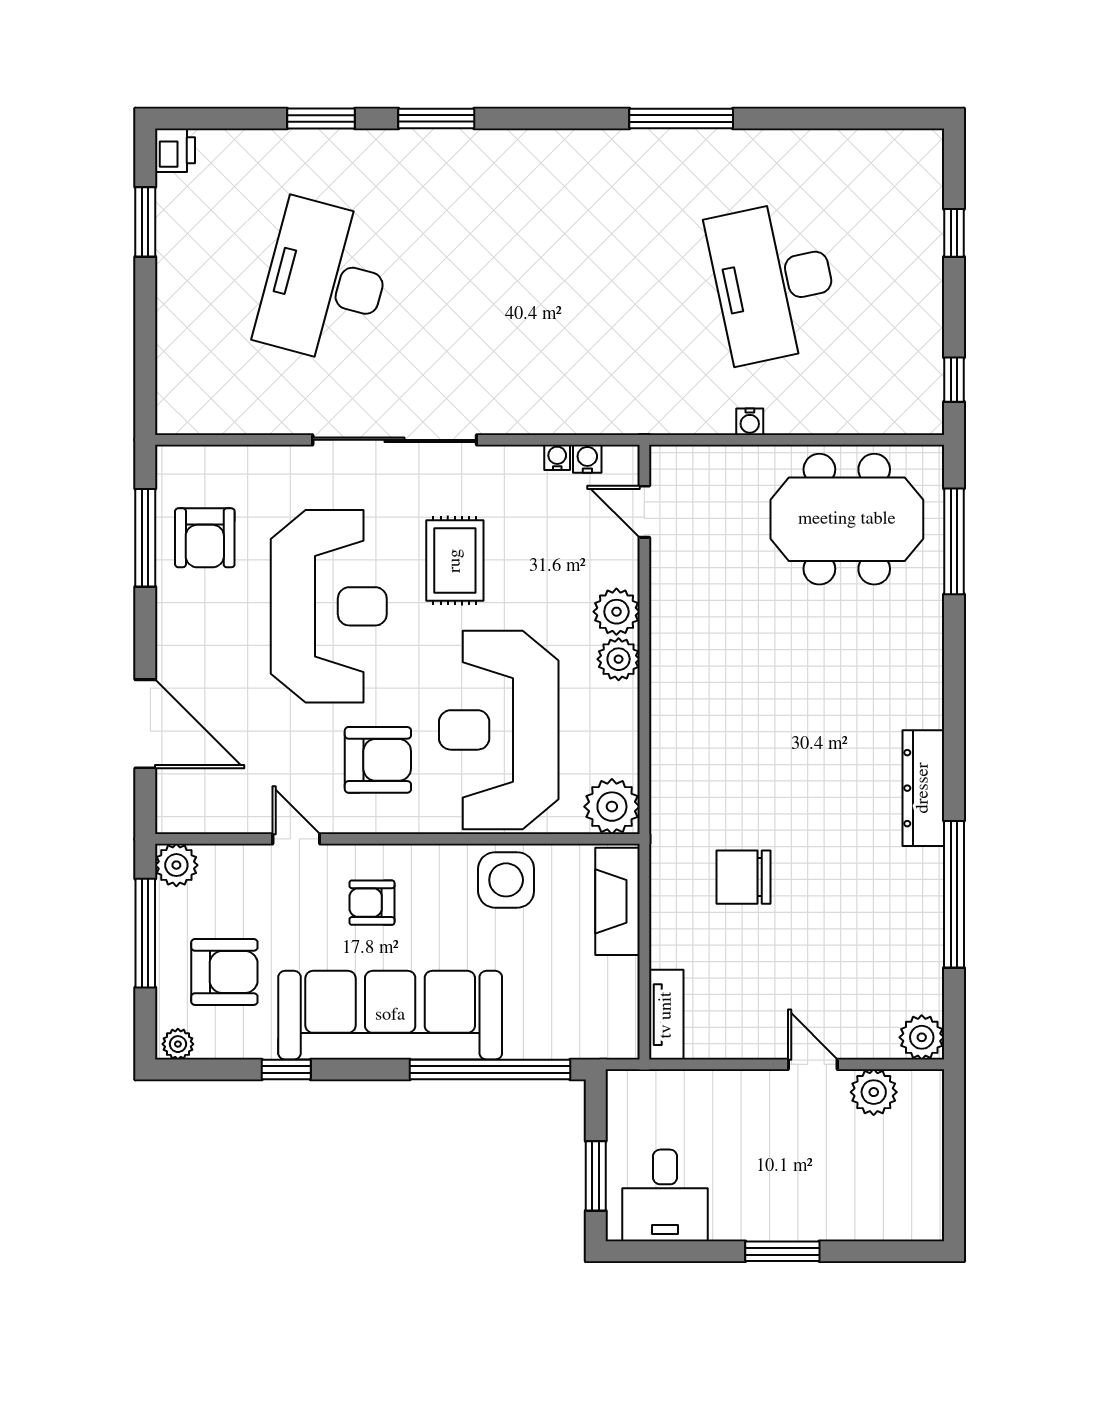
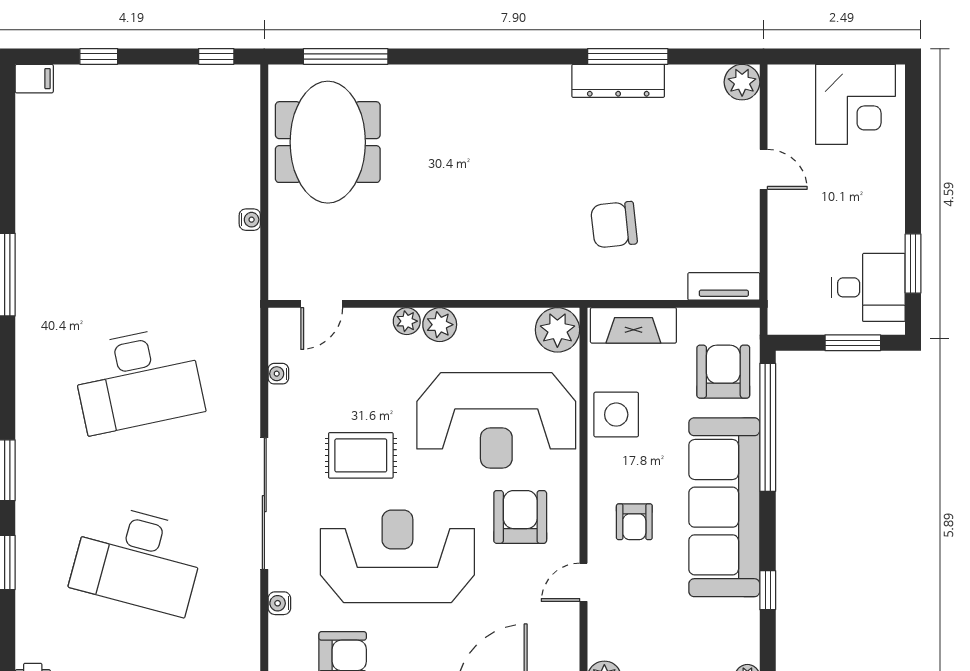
filing cabinet: (926, 152) -> (34, 79), added
desk: (774, 282) -> (138, 380), moved
water cooler: (587, 459) -> (279, 603), moved
plant: (616, 612) -> (407, 321), width x0.73, depth x0.73
dresser: (923, 788) -> (618, 81), moved
chair: (744, 877) -> (614, 225), turned 84
window: (954, 894) -> (628, 56), width x0.68
armchair: (224, 972) -> (723, 372), moved
door: (813, 1064) -> (764, 169), swing flipped
plant: (874, 1092) -> (786, 121), removed
corner desk: (894, 1179) -> (855, 104), added
window: (782, 1251) -> (913, 264), moved

